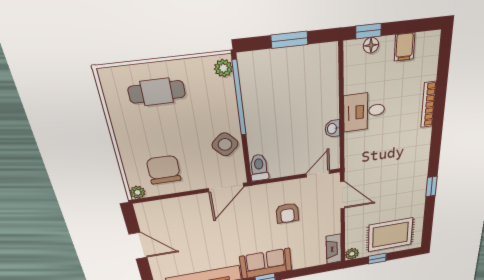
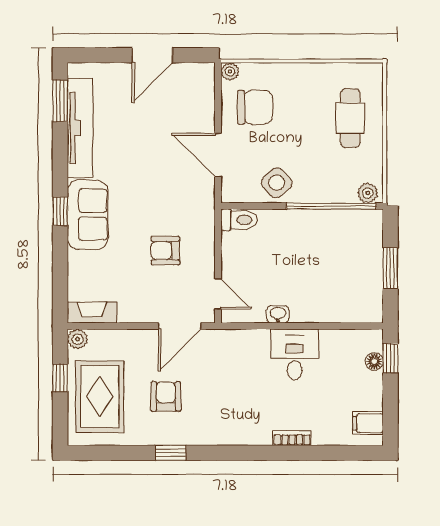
filing cabinet: (405, 47) -> (368, 423), moved
bookcase: (428, 105) -> (292, 438), width x0.64
door: (226, 188) -> (218, 155), moved
armchair: (392, 196) -> (166, 396), added

